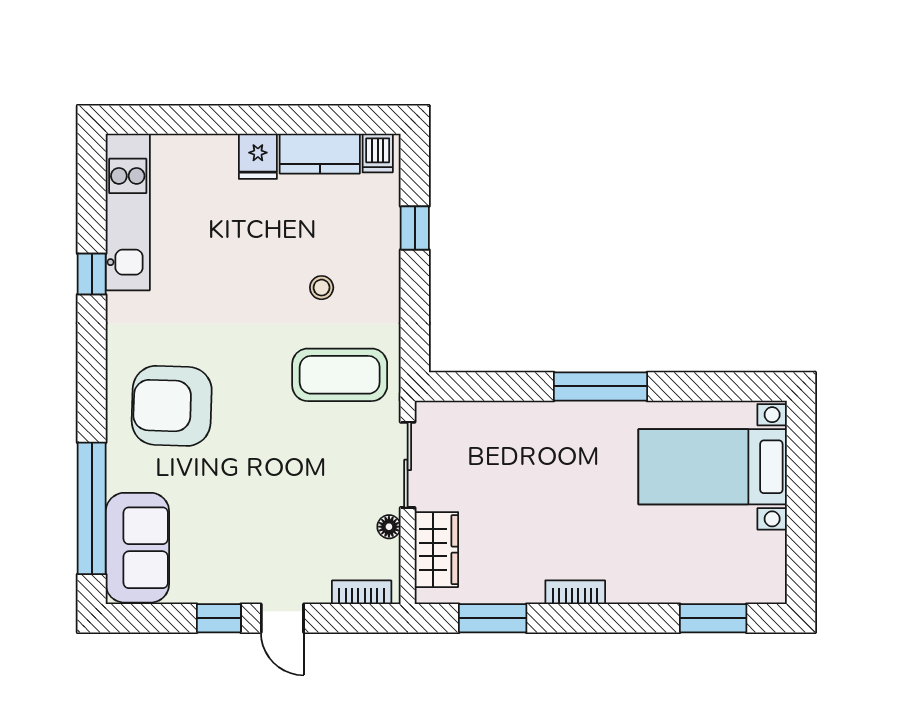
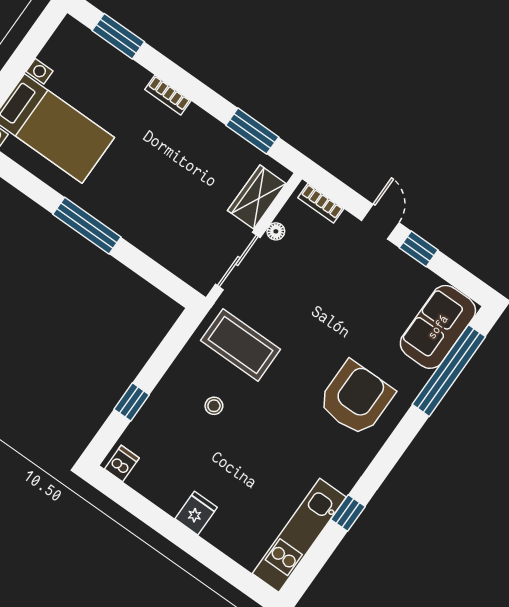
kitchen counter: (320, 154) -> (157, 488), removed
armchair: (172, 406) -> (356, 398), turned -92
bookcase: (575, 592) -> (168, 95), moved

